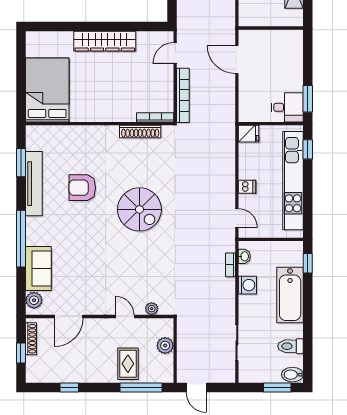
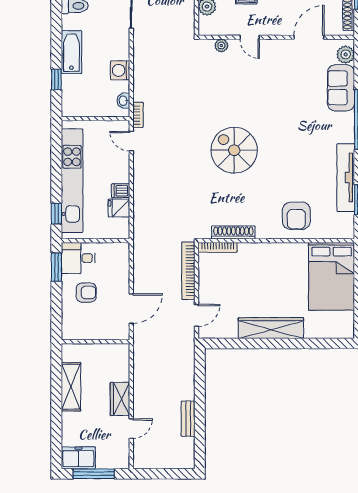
door: (237, 60) -> (131, 308), hinge flipped
armchair: (280, 75) -> (86, 293), added
fridge: (249, 134) -> (119, 208), moved
dishwasher: (247, 187) -> (121, 191), moved
armchair: (82, 188) -> (296, 216), moved, turned 90
window: (308, 263) -> (56, 79), moved
bookcase: (230, 265) -> (138, 115), moved
bathtub: (290, 295) -> (71, 52), width x0.73, depth x0.73

